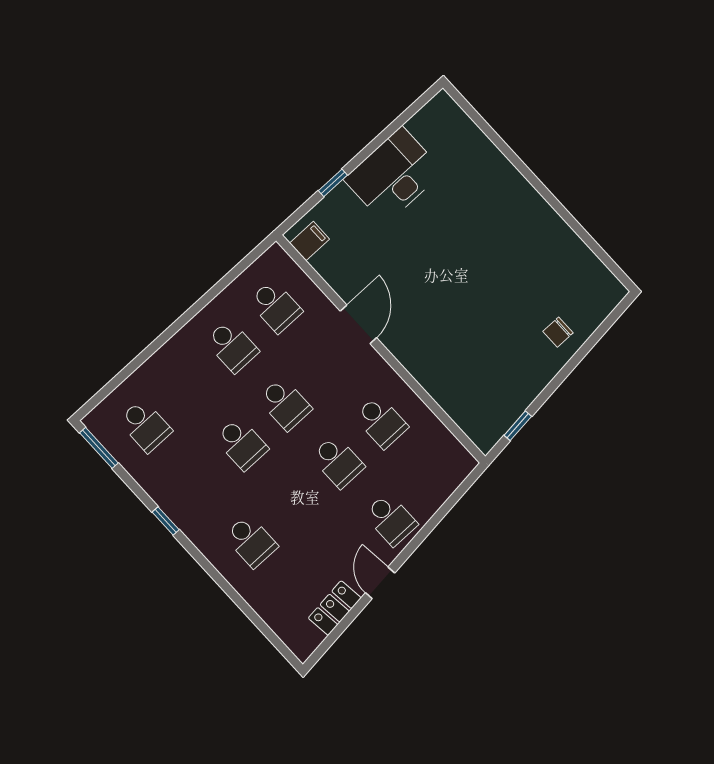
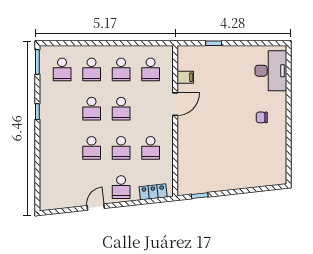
desk: (394, 175) -> (271, 71), moved, turned 90
filing cabinet: (310, 241) -> (185, 77), moved
chair: (558, 332) -> (262, 117), moved
school desk: (189, 386) -> (92, 69), added
school desk: (251, 541) -> (92, 148), moved
locker: (335, 608) -> (153, 192), moved

